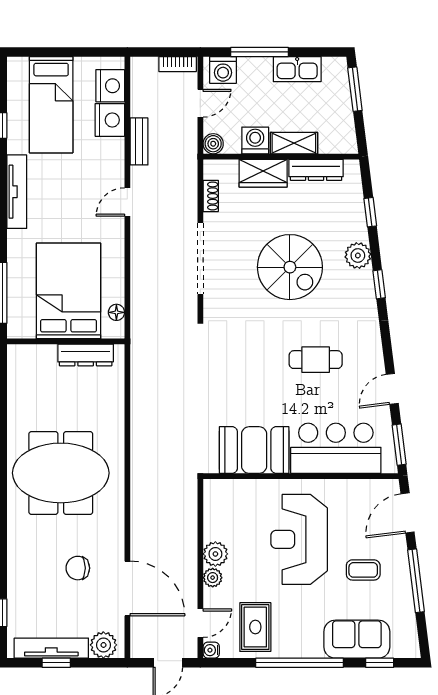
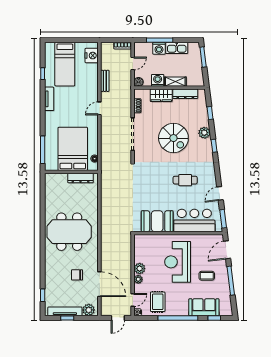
washing machine: (223, 70) -> (159, 48), moved
nightstand: (110, 120) -> (92, 71), removed
tv unit: (17, 192) -> (49, 99), width x0.71

